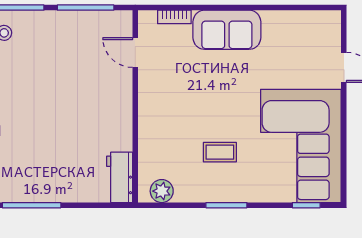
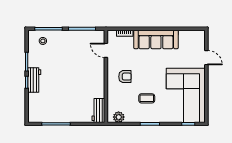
sofa: (227, 30) -> (156, 39), width x1.36
armchair: (175, 107) -> (125, 77), added

